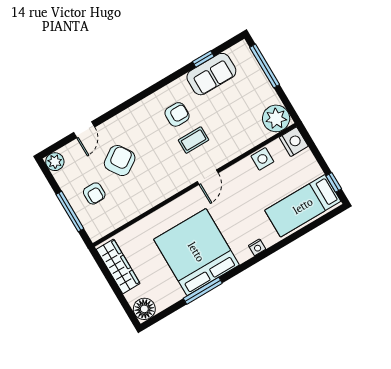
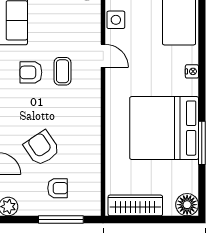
armchair: (177, 114) -> (31, 72), turned -90
door: (208, 177) -> (103, 56), moved

